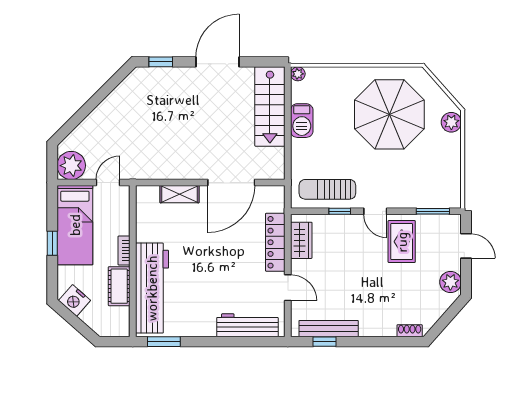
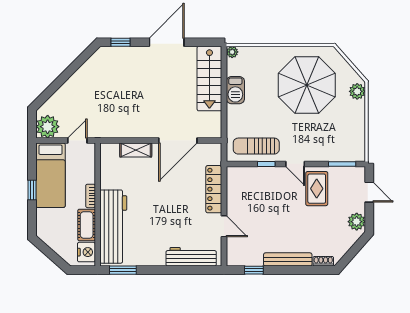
wardrobe: (301, 240) -> (235, 188), removed
nightstand: (74, 300) -> (86, 252), moved, turned -131
bench: (329, 329) -> (288, 259), moved

